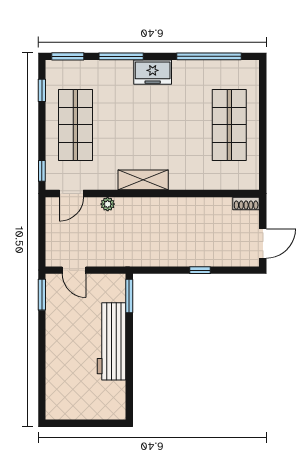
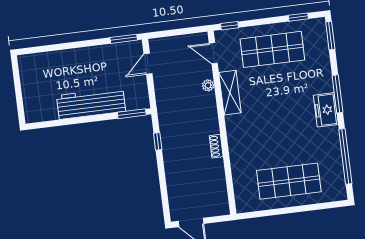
window: (121, 56) -> (338, 94), moved
shelving: (143, 180) -> (230, 93), moved
shoe rack: (246, 203) -> (216, 146), moved
window: (200, 270) -> (158, 141), moved

